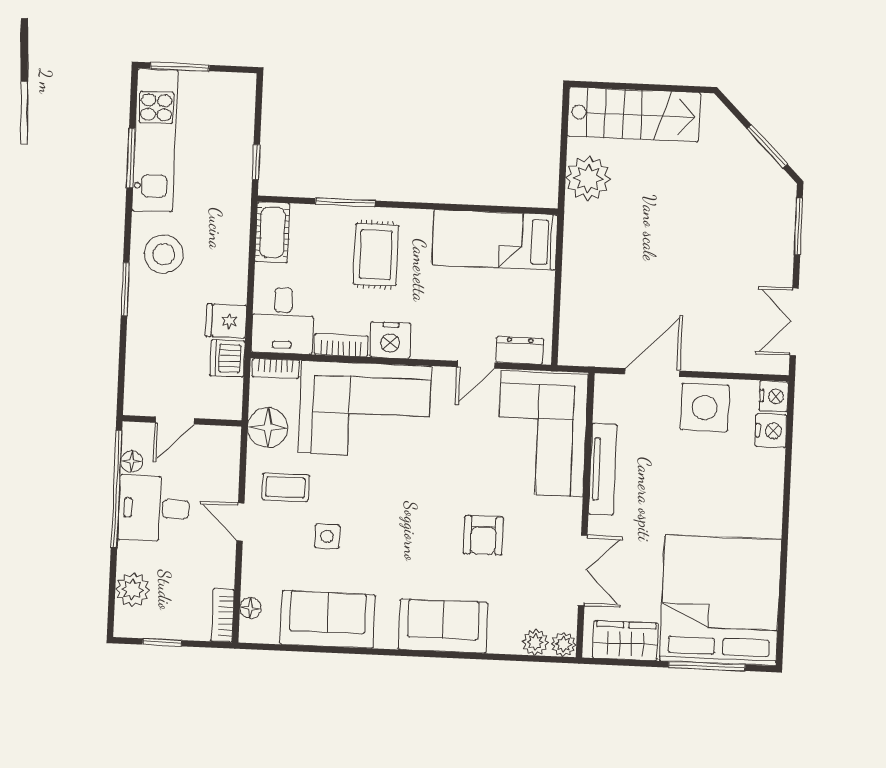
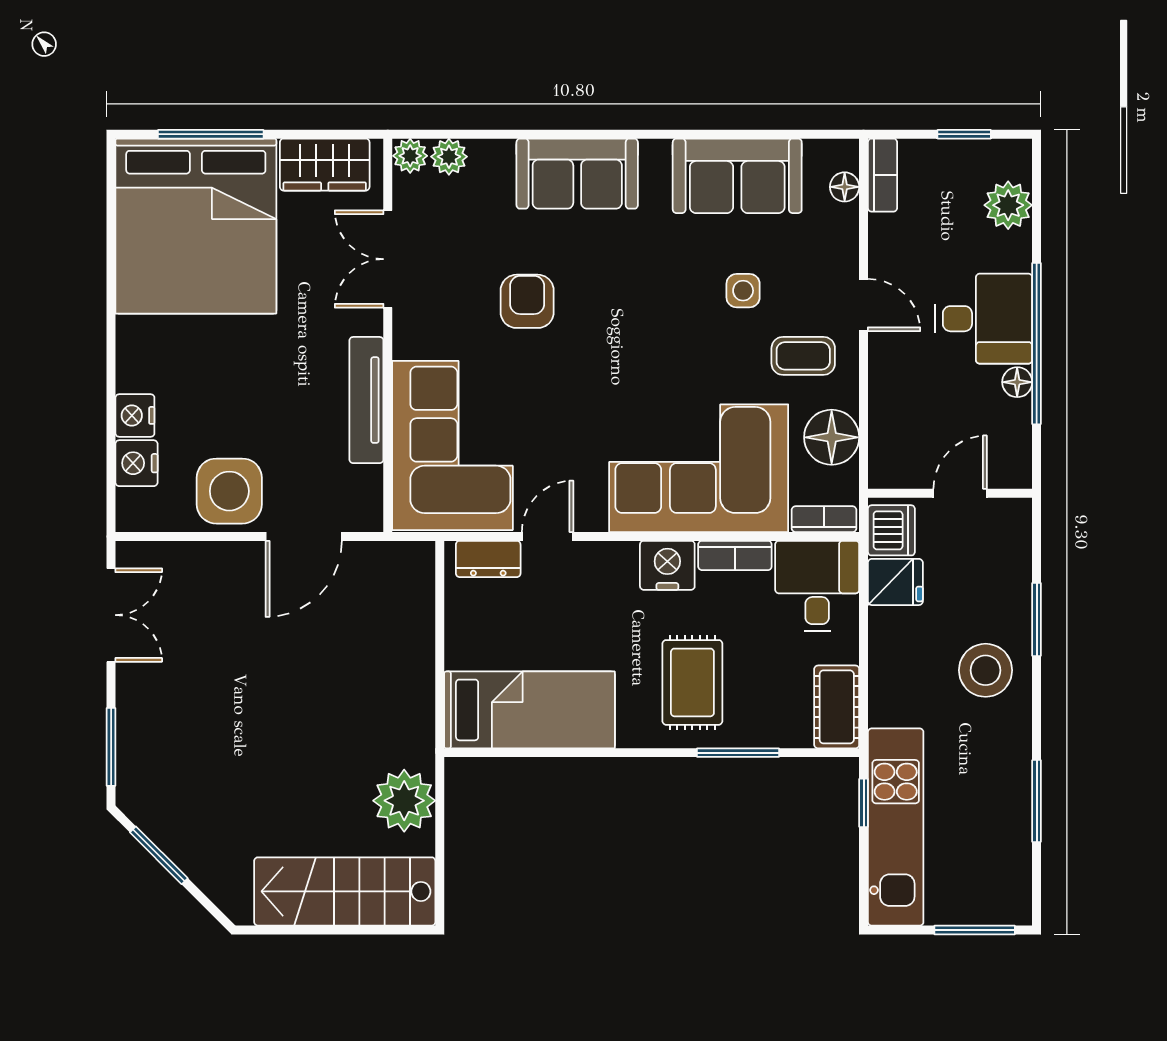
kitchen unit: (155, 140) -> (896, 827), moved, turned 180
nightstand: (774, 396) -> (135, 415), moved
door: (175, 421) -> (960, 493), moved
wall: (182, 421) -> (950, 493), moved

